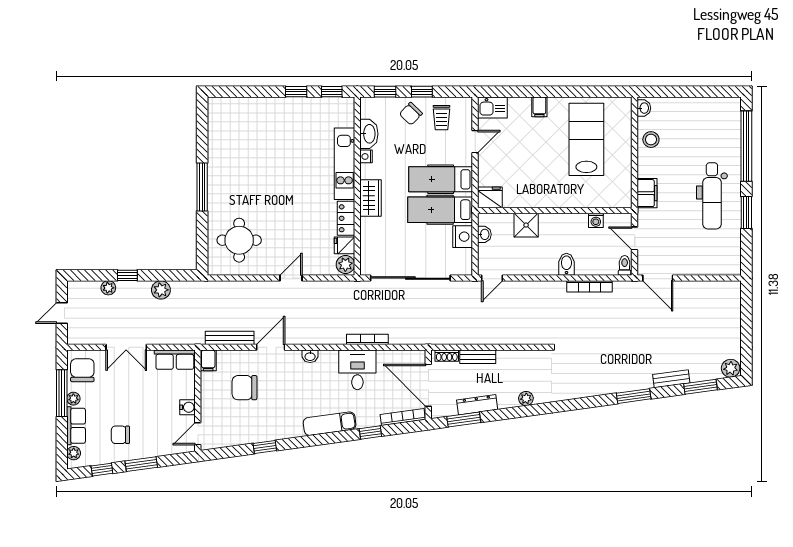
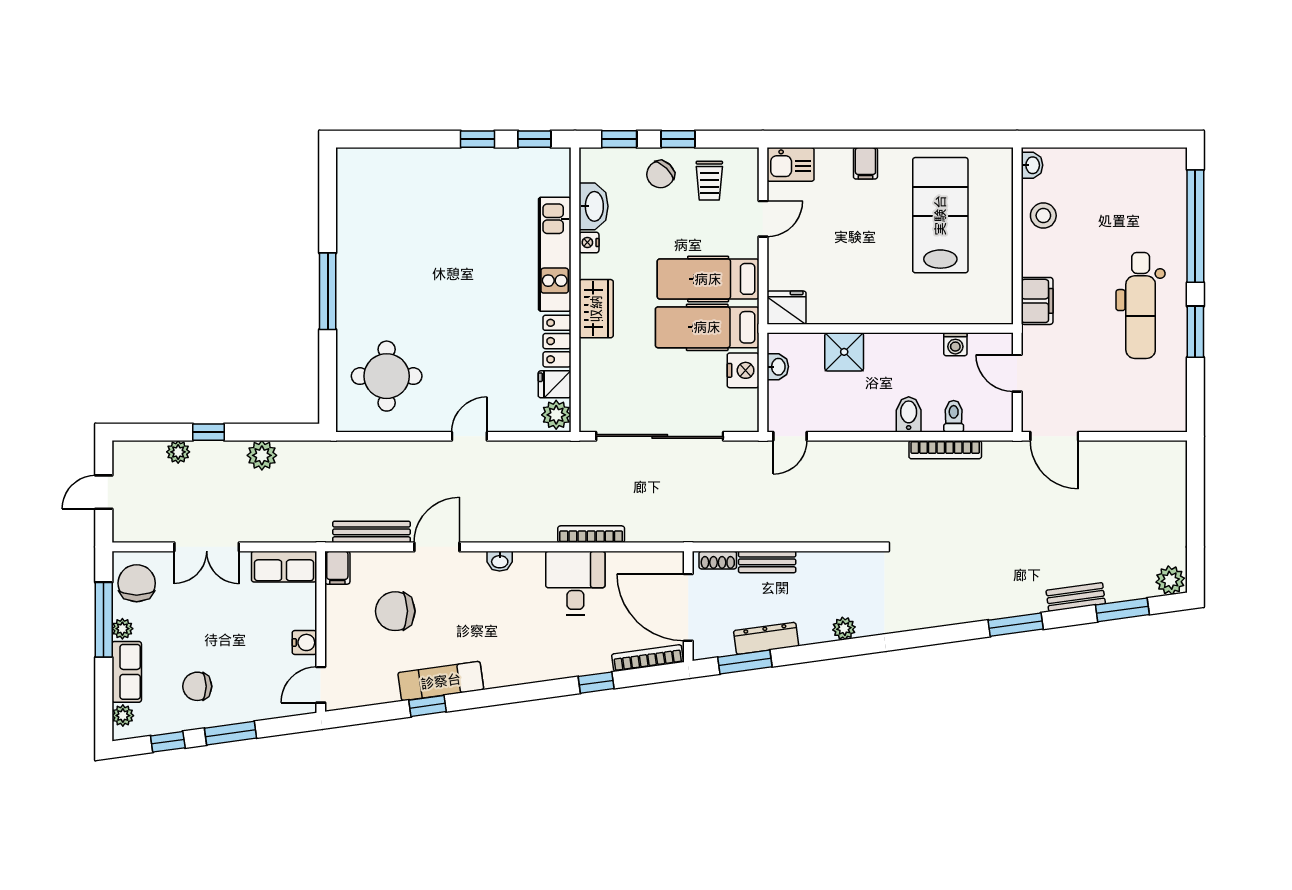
toilet: (625, 265) -> (954, 416), moved
exam couch: (330, 424) -> (441, 681), moved

